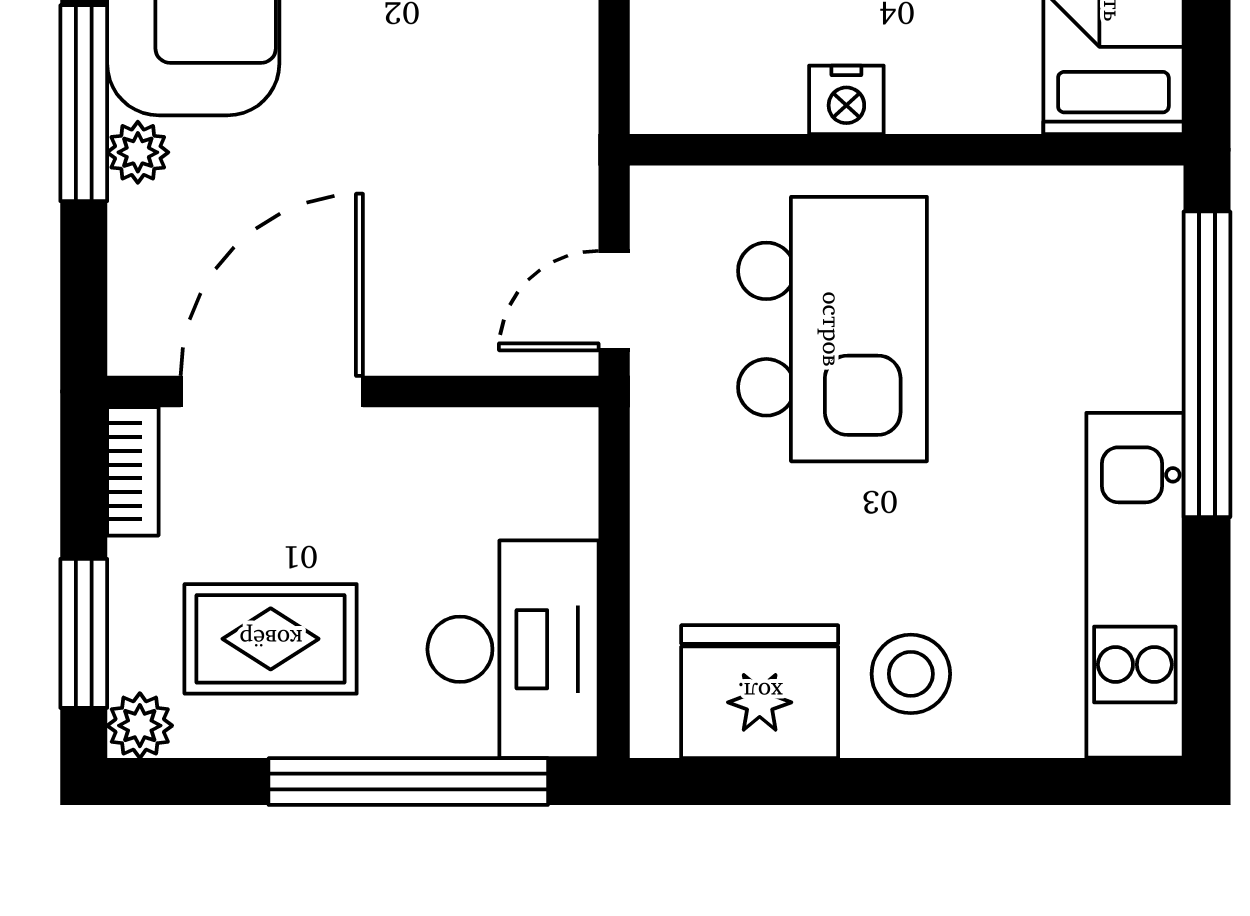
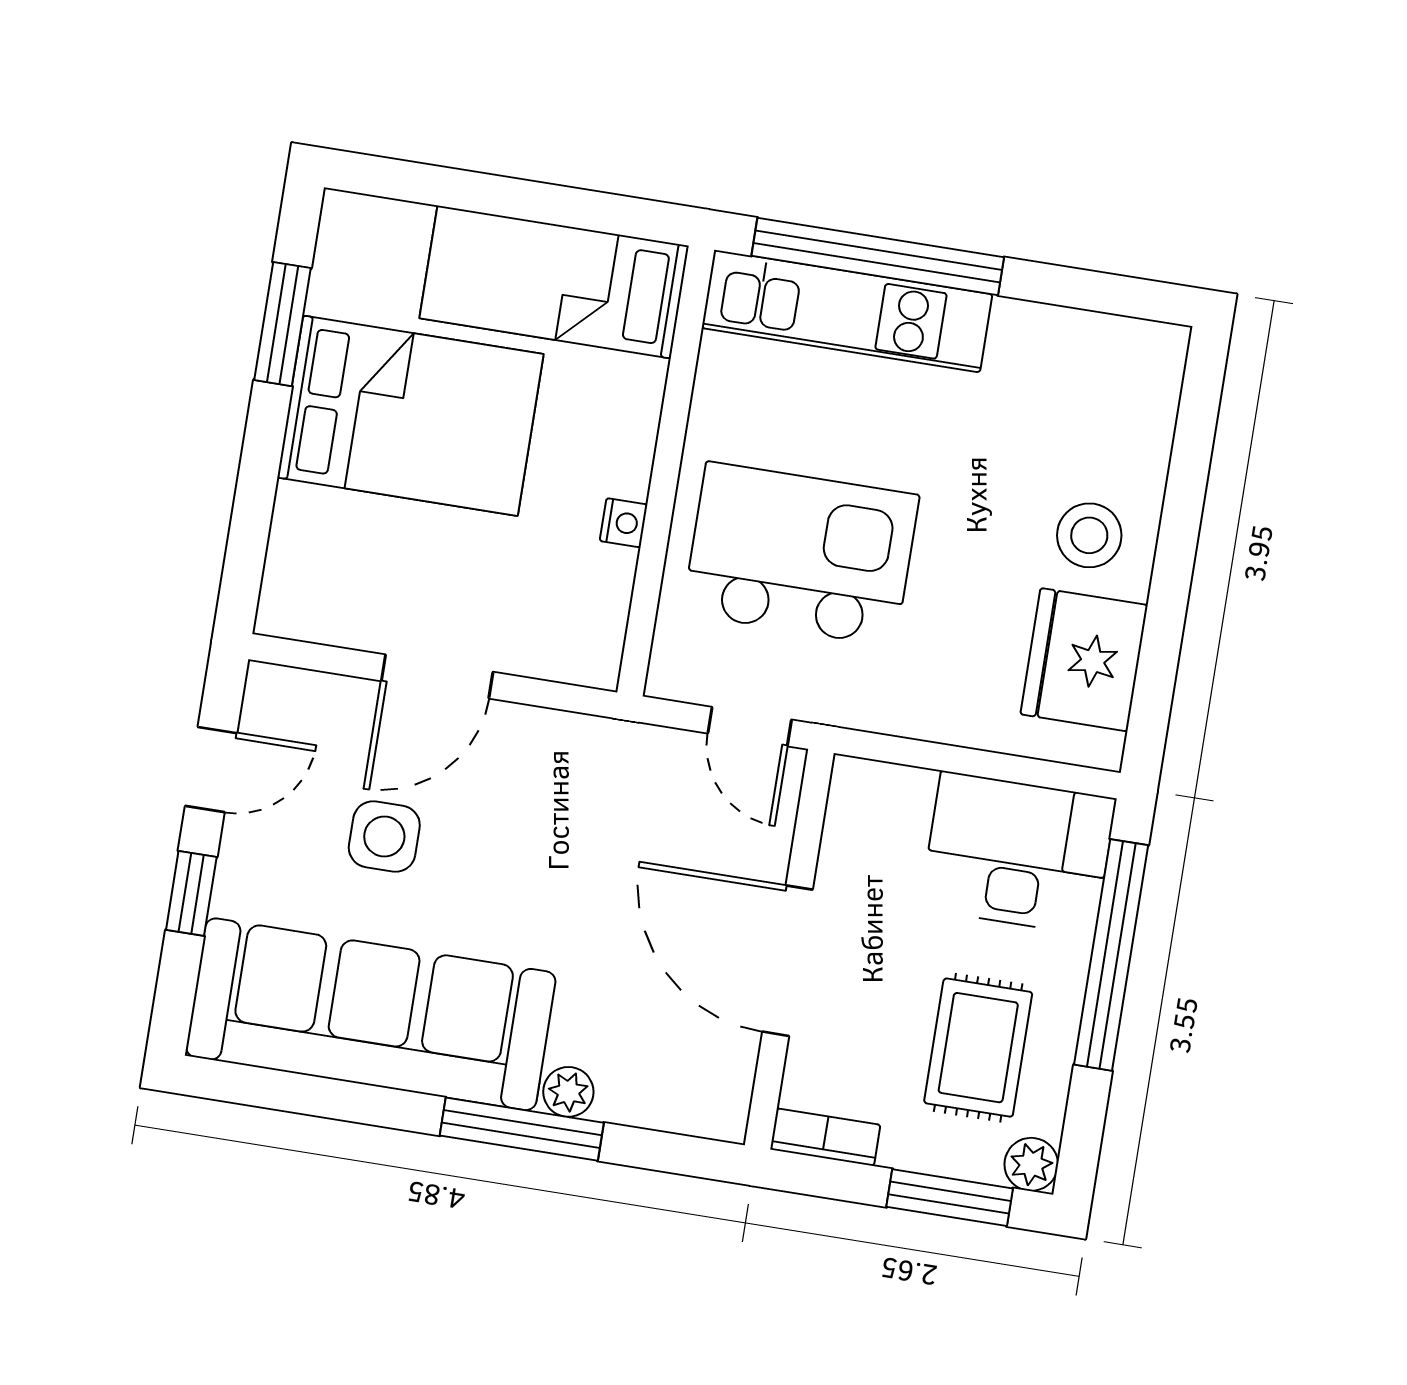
nightstand: (846, 100) -> (624, 523), width x0.72, depth x0.74
door: (272, 392) -> (787, 961), moved
kitchen unit: (1135, 585) -> (847, 311), moved

